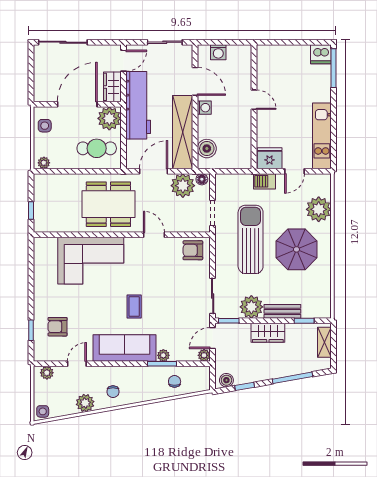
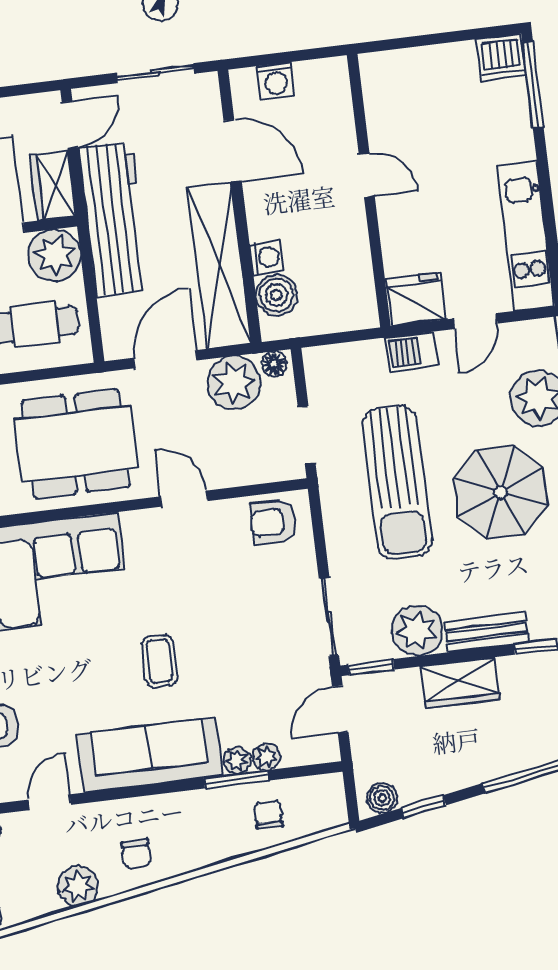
washing machine: (204, 108) -> (266, 257), moved
sun lounger: (251, 239) -> (397, 483), turned 180
plant: (204, 355) -> (266, 757), moved

